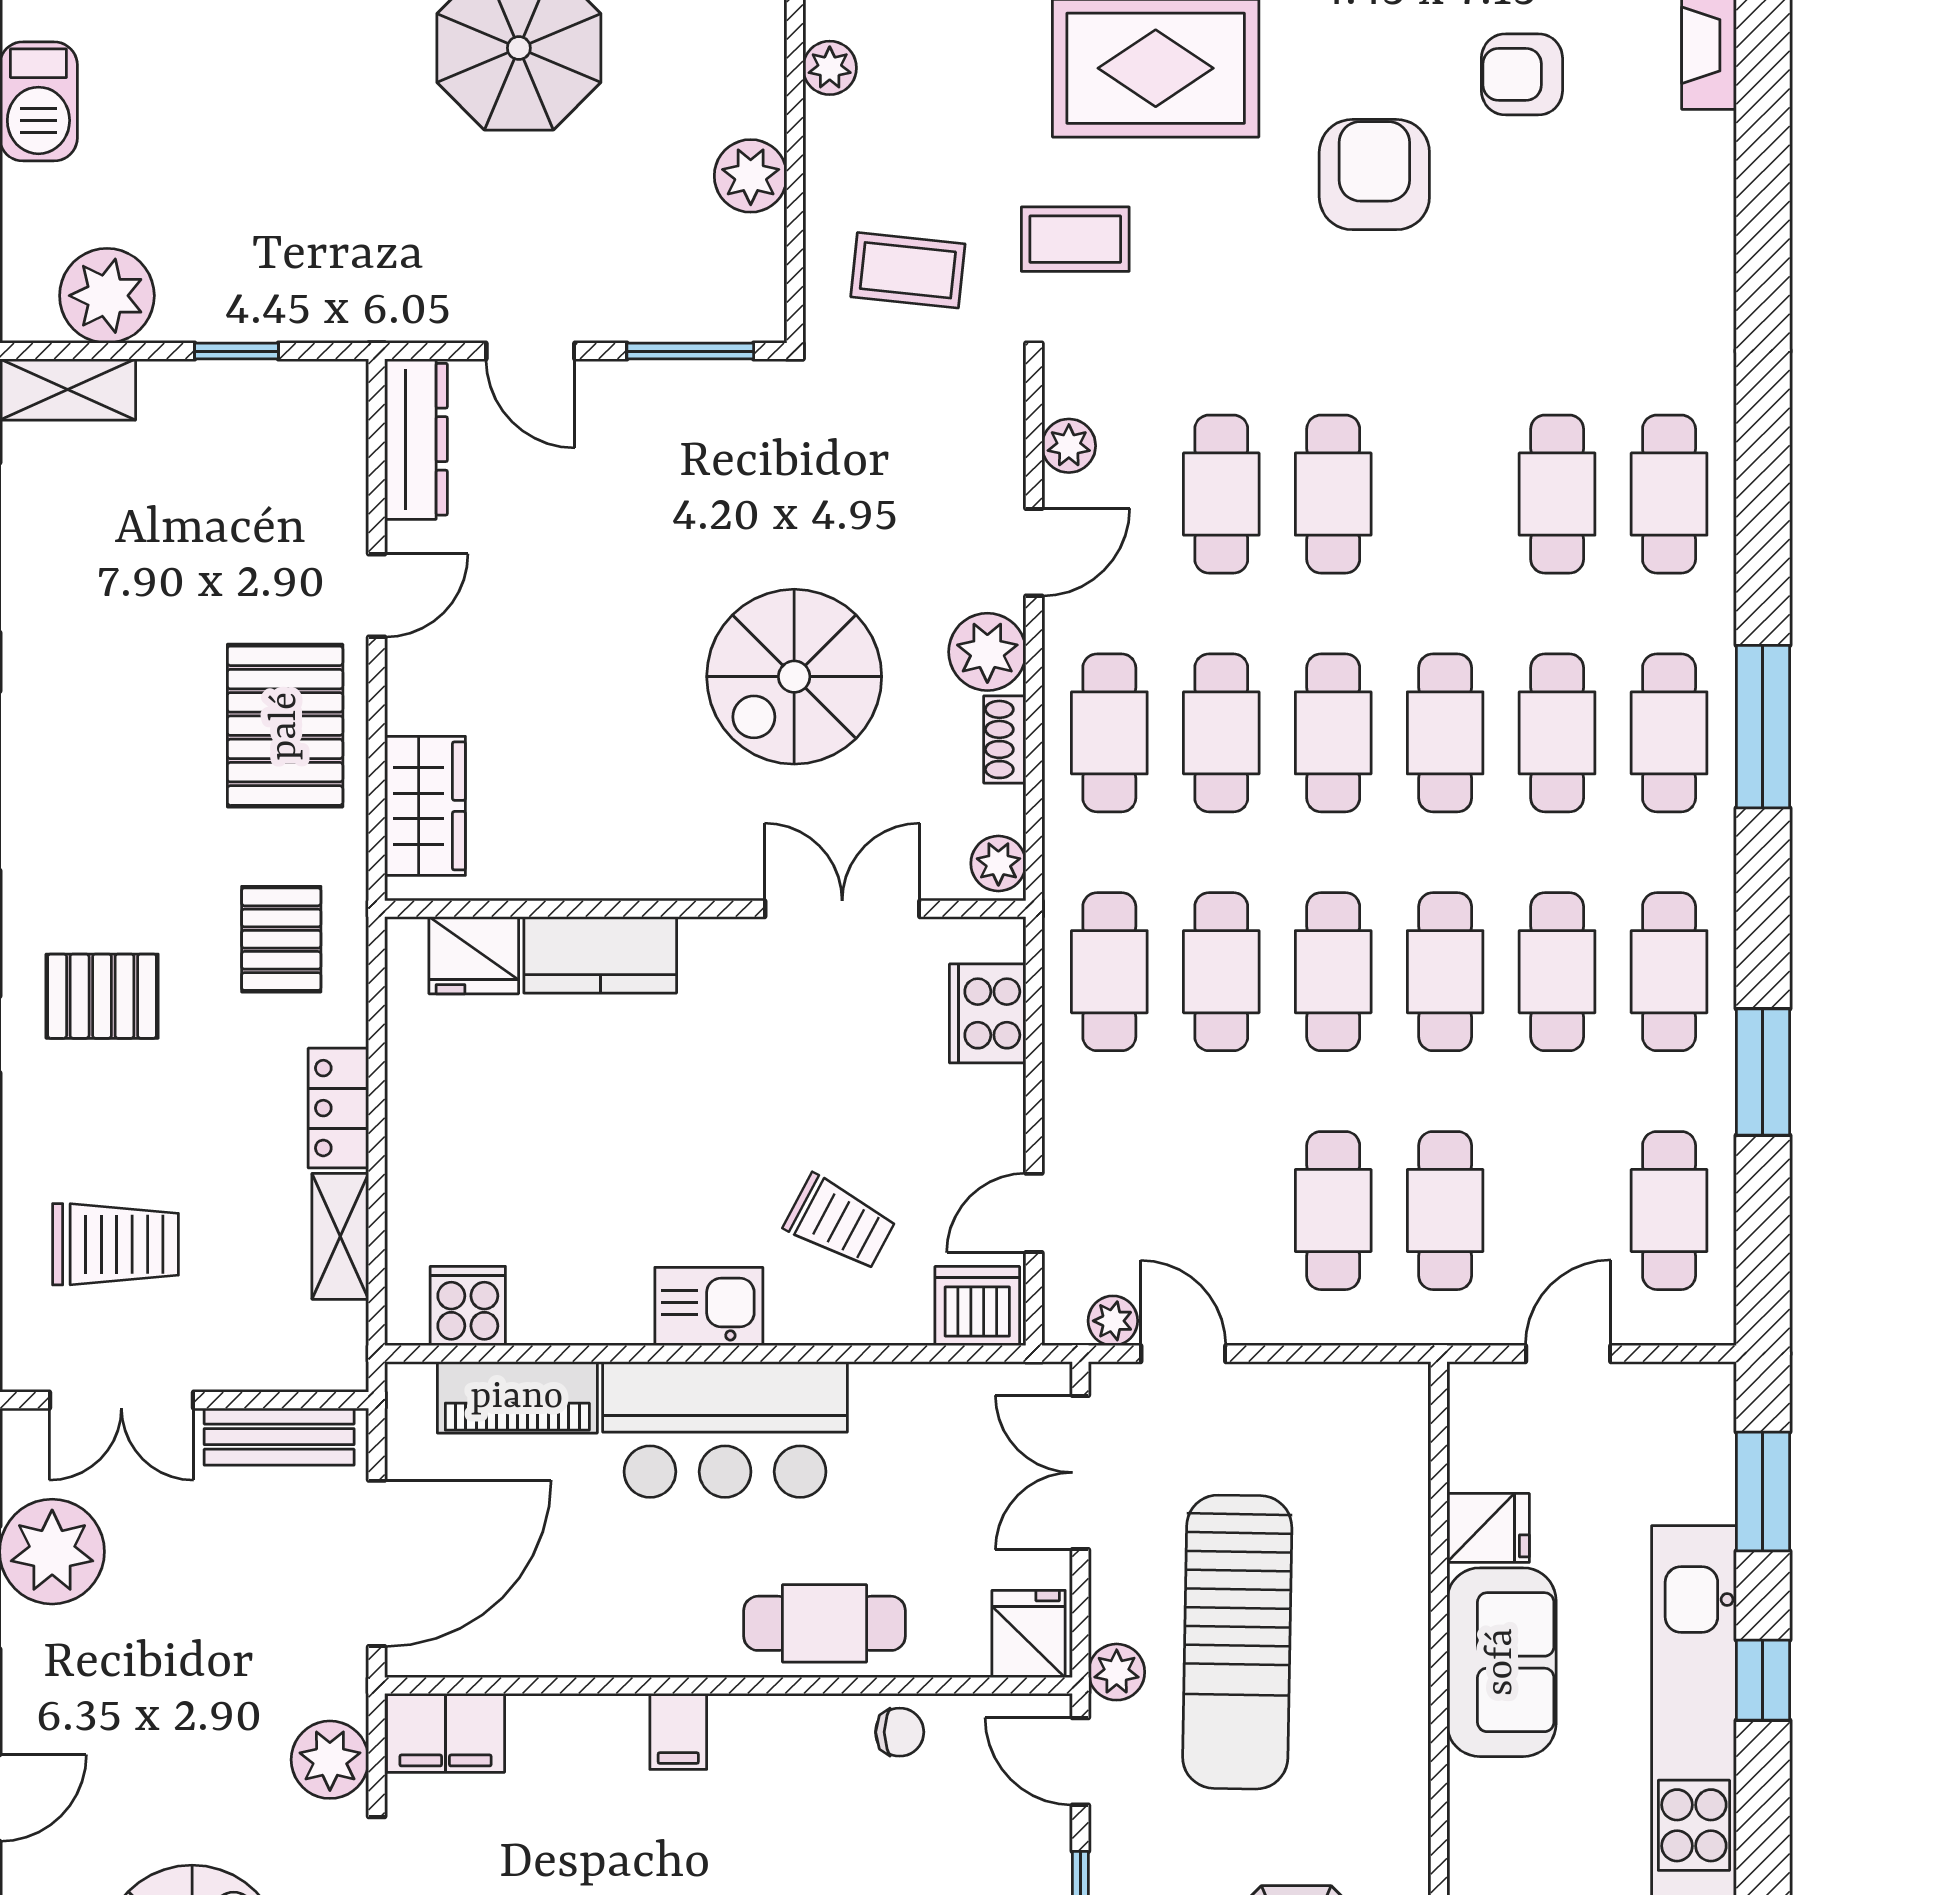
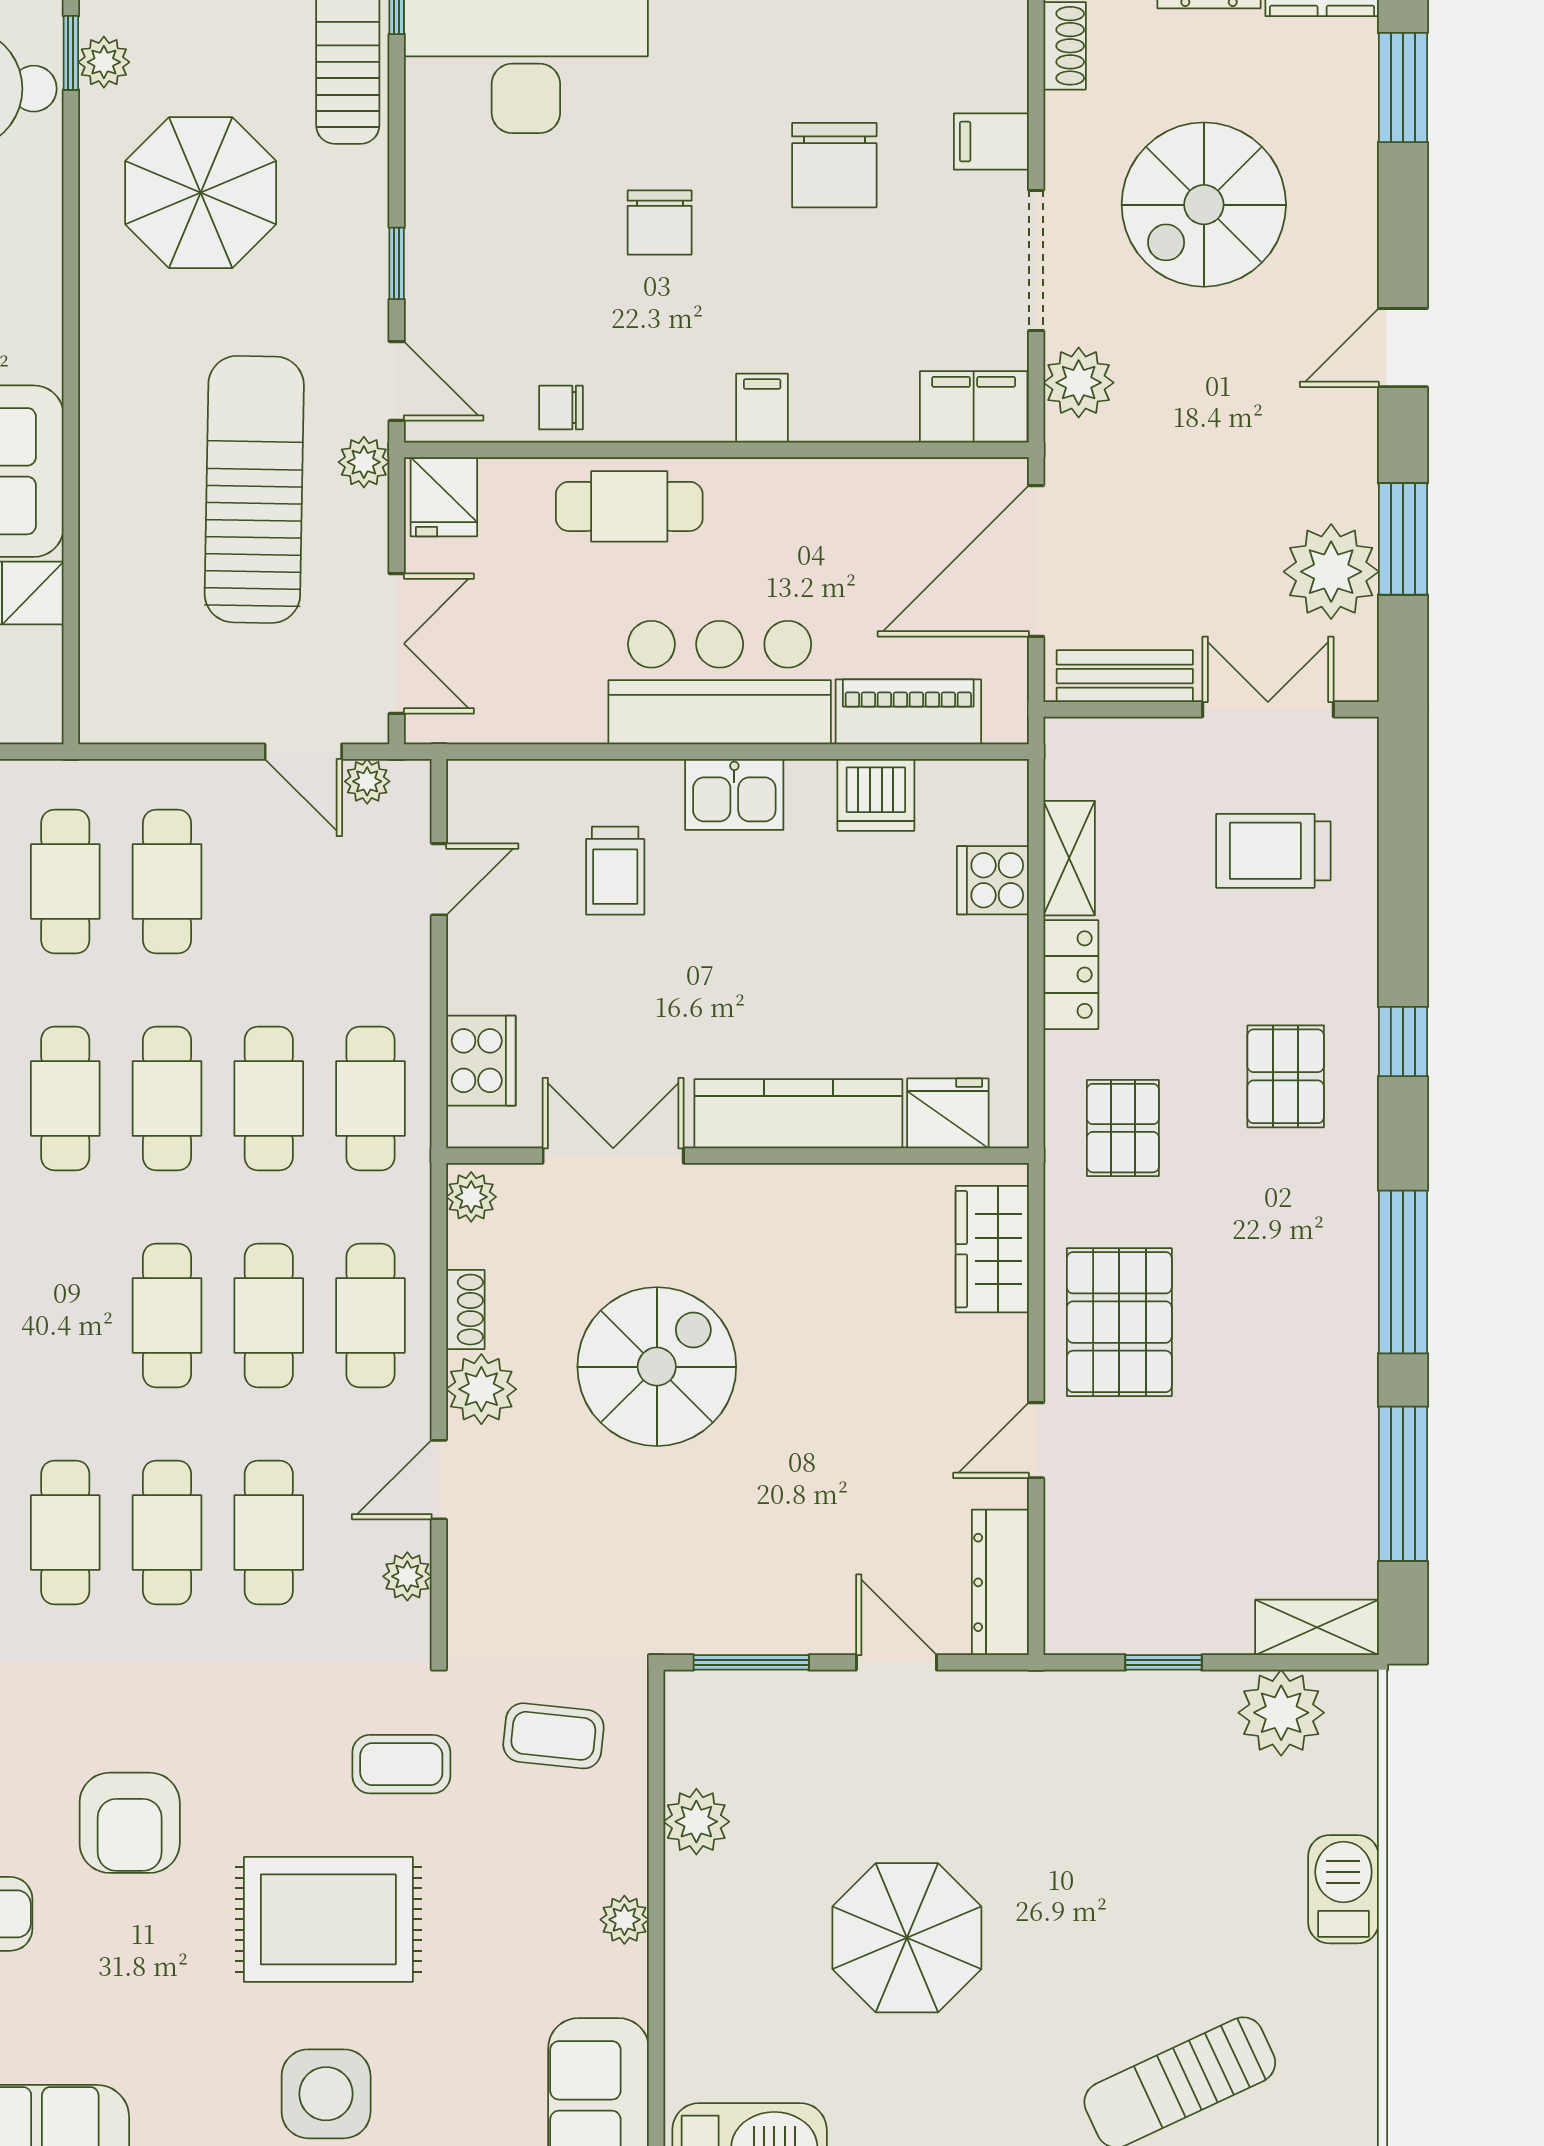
cafe table: (1445, 733) -> (65, 1532), moved
double door: (842, 909) -> (613, 1156), swing flipped
kitchen counter: (600, 955) -> (798, 1114), width x1.50
pallet: (102, 996) -> (1286, 1076), turned 90
trolley: (840, 1223) -> (615, 871), turned -118
cooker: (468, 1306) -> (993, 880), moved, turned 90
dishwasher: (977, 1306) -> (876, 795), moved

